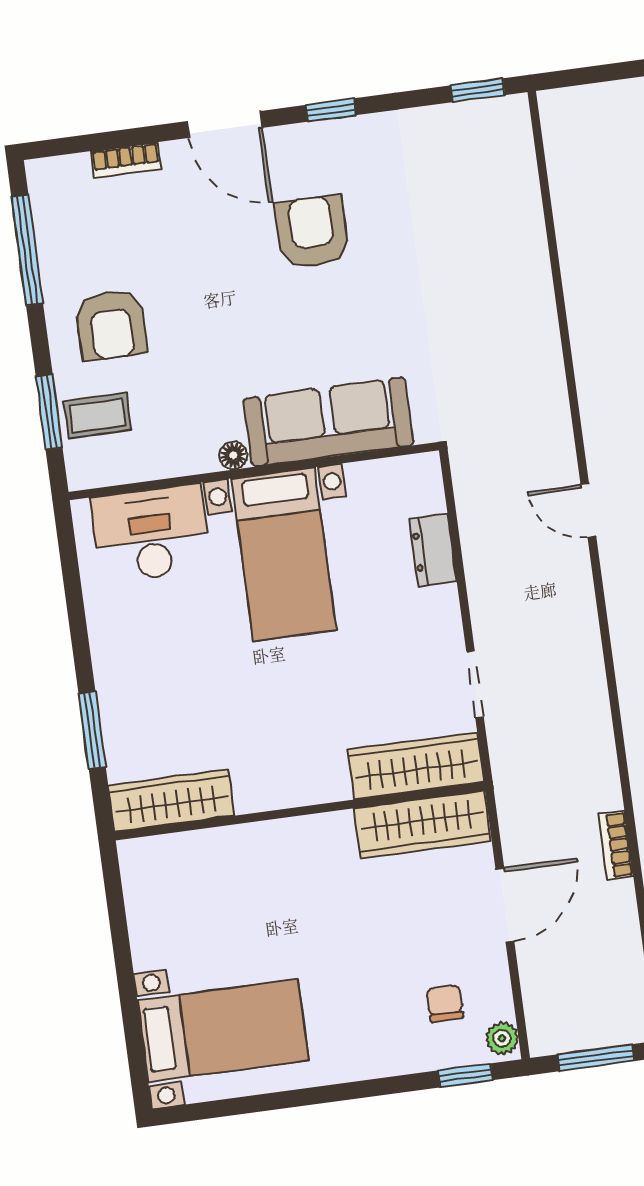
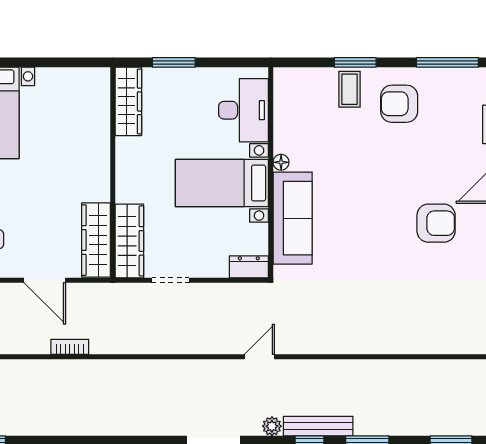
sofa: (328, 422) -> (293, 218), moved
floor lamp: (233, 455) -> (281, 162), moved
wall: (254, 471) -> (271, 173), moved
desk: (151, 534) -> (243, 110), moved
bed with nightstands: (284, 554) -> (222, 183), moved

